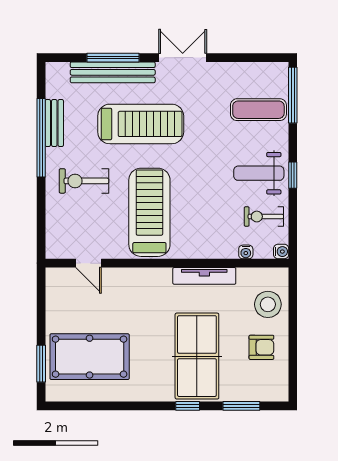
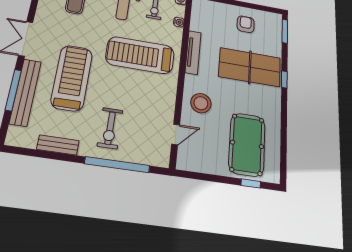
window: (41, 138) -> (117, 165), moved
treadmill: (149, 212) -> (140, 55), moved
stool: (268, 304) -> (201, 103), moved
window: (41, 364) -> (251, 183), width x0.67
window: (241, 406) -> (285, 31), moved

